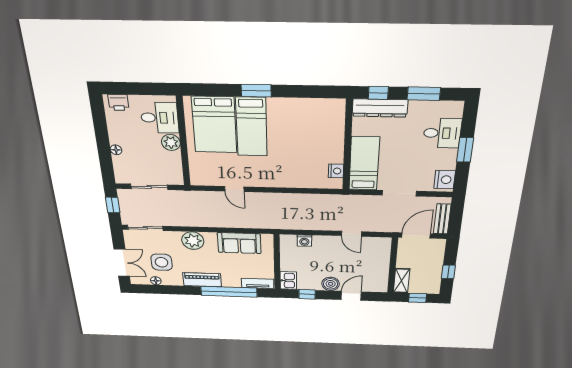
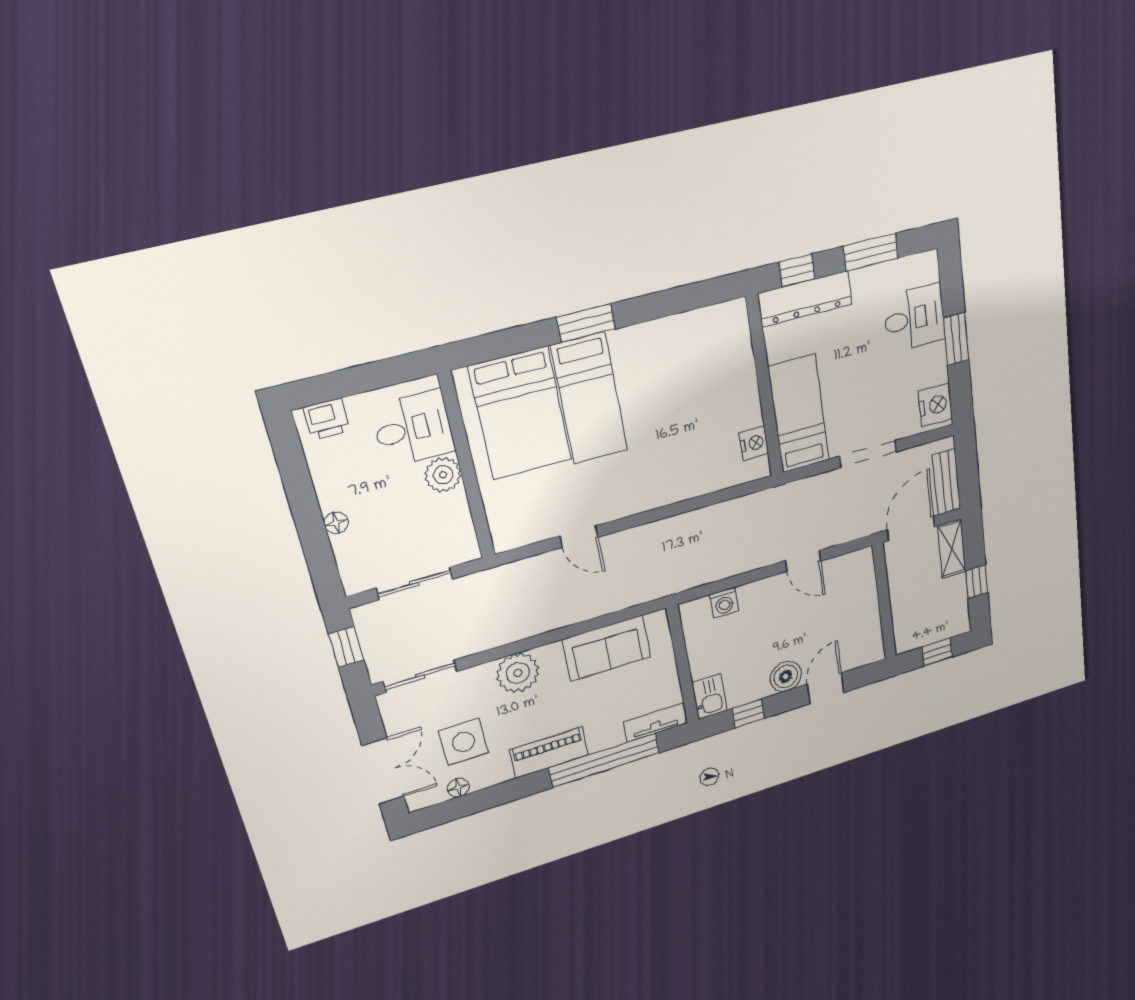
shelving: (402, 281) -> (952, 549), moved

